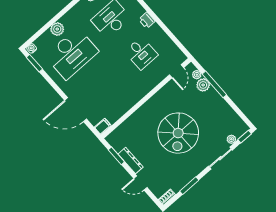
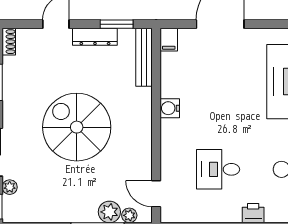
water cooler: (133, 99) -> (170, 108), added
bench: (120, 131) -> (144, 57), added

